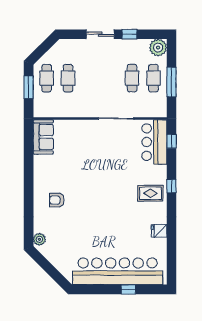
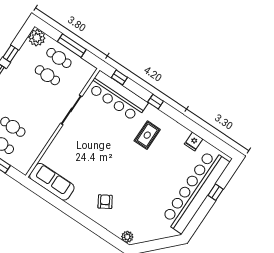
sofa: (43, 137) -> (52, 182), width x1.36
bar counter: (154, 142) -> (117, 96), width x1.36
rug: (150, 193) -> (147, 135), moved
armchair: (57, 200) -> (105, 202), turned 149
fridge: (159, 231) -> (194, 142), moved

